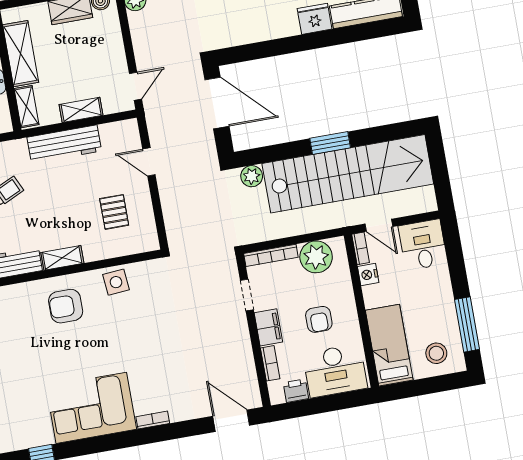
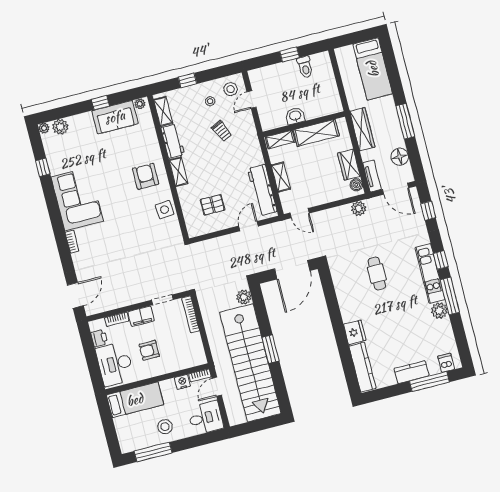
workbench: (64, 144) -> (262, 190), moved
plant: (316, 257) -> (192, 345), removed
stool: (436, 353) -> (165, 427), moved

